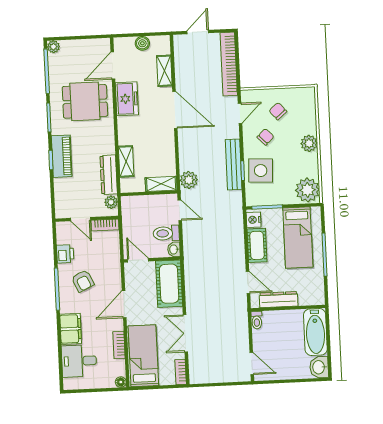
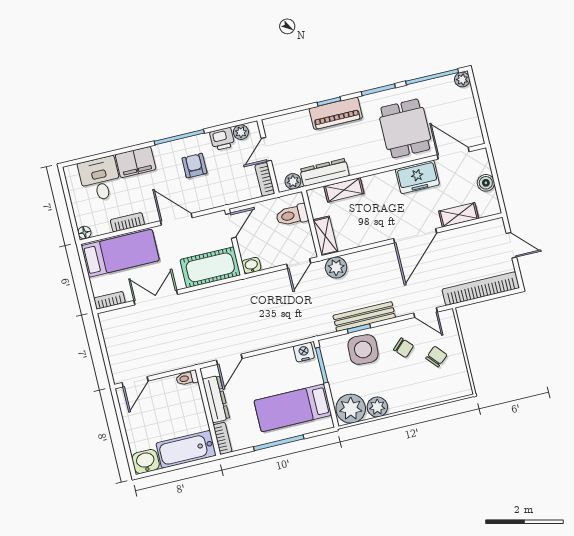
plant: (309, 143) -> (377, 407), moved
toilet: (166, 233) -> (292, 215), moved, turned -90
plant: (62, 237) -> (241, 132), added
cot: (257, 245) -> (275, 362), removed
armchair: (83, 281) -> (194, 166), turned 115
bookcase: (312, 300) -> (222, 438), added

